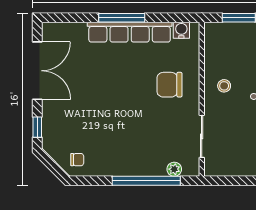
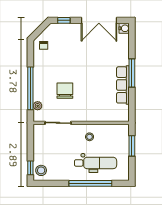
water cooler: (181, 30) -> (124, 28), moved
row of seats: (130, 32) -> (123, 85), width x0.73
chair: (169, 85) -> (65, 91), moved

